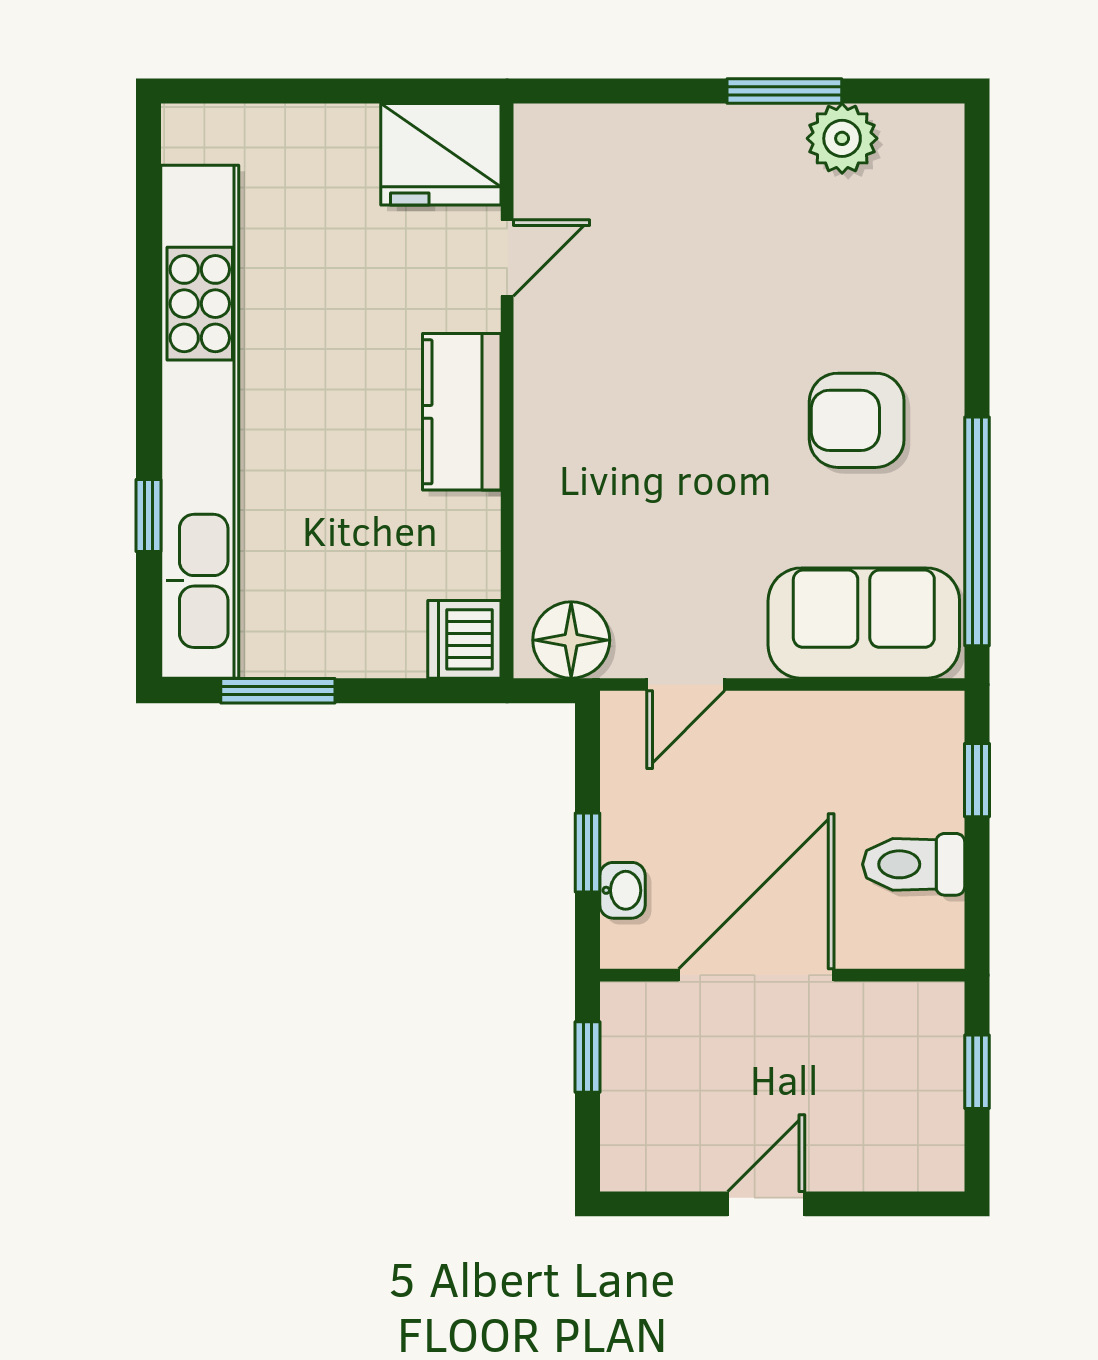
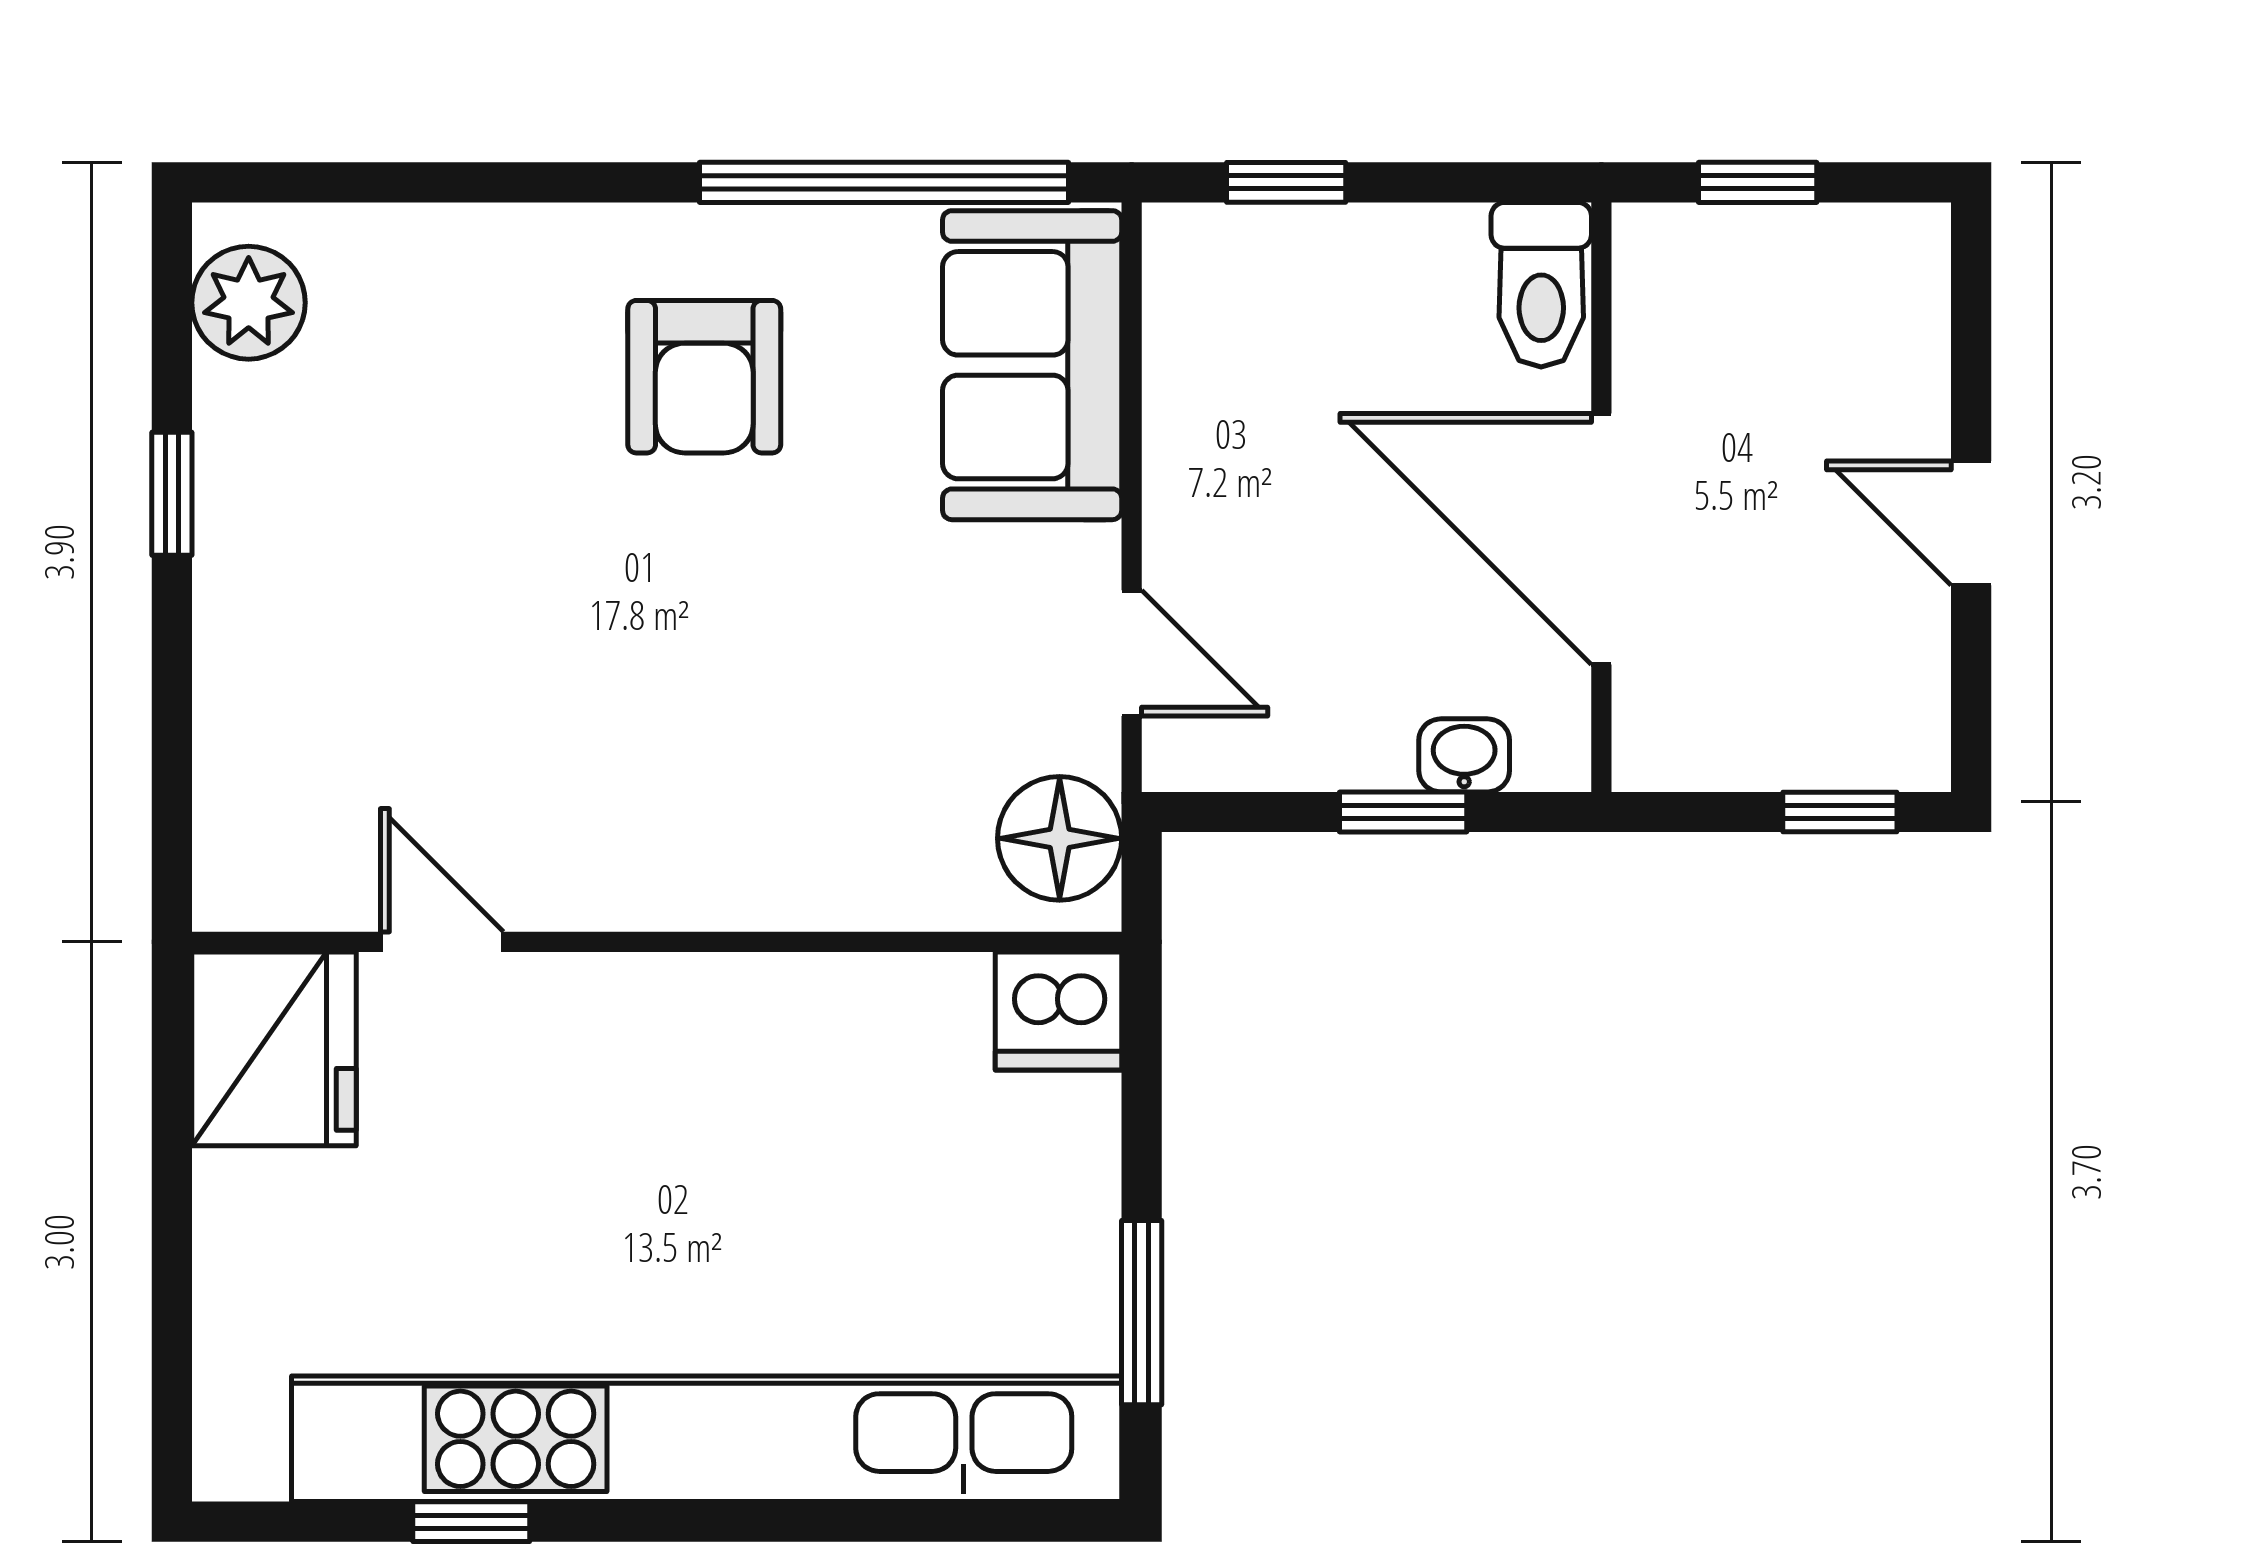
window: (784, 91) -> (172, 494), width x0.67
plant: (842, 138) -> (249, 303), moved
kitchen counter: (462, 412) -> (691, 1015), removed
window: (149, 516) -> (471, 1522), moved
toilet: (914, 864) -> (1541, 285), moved
window: (587, 1057) -> (1840, 812), moved

